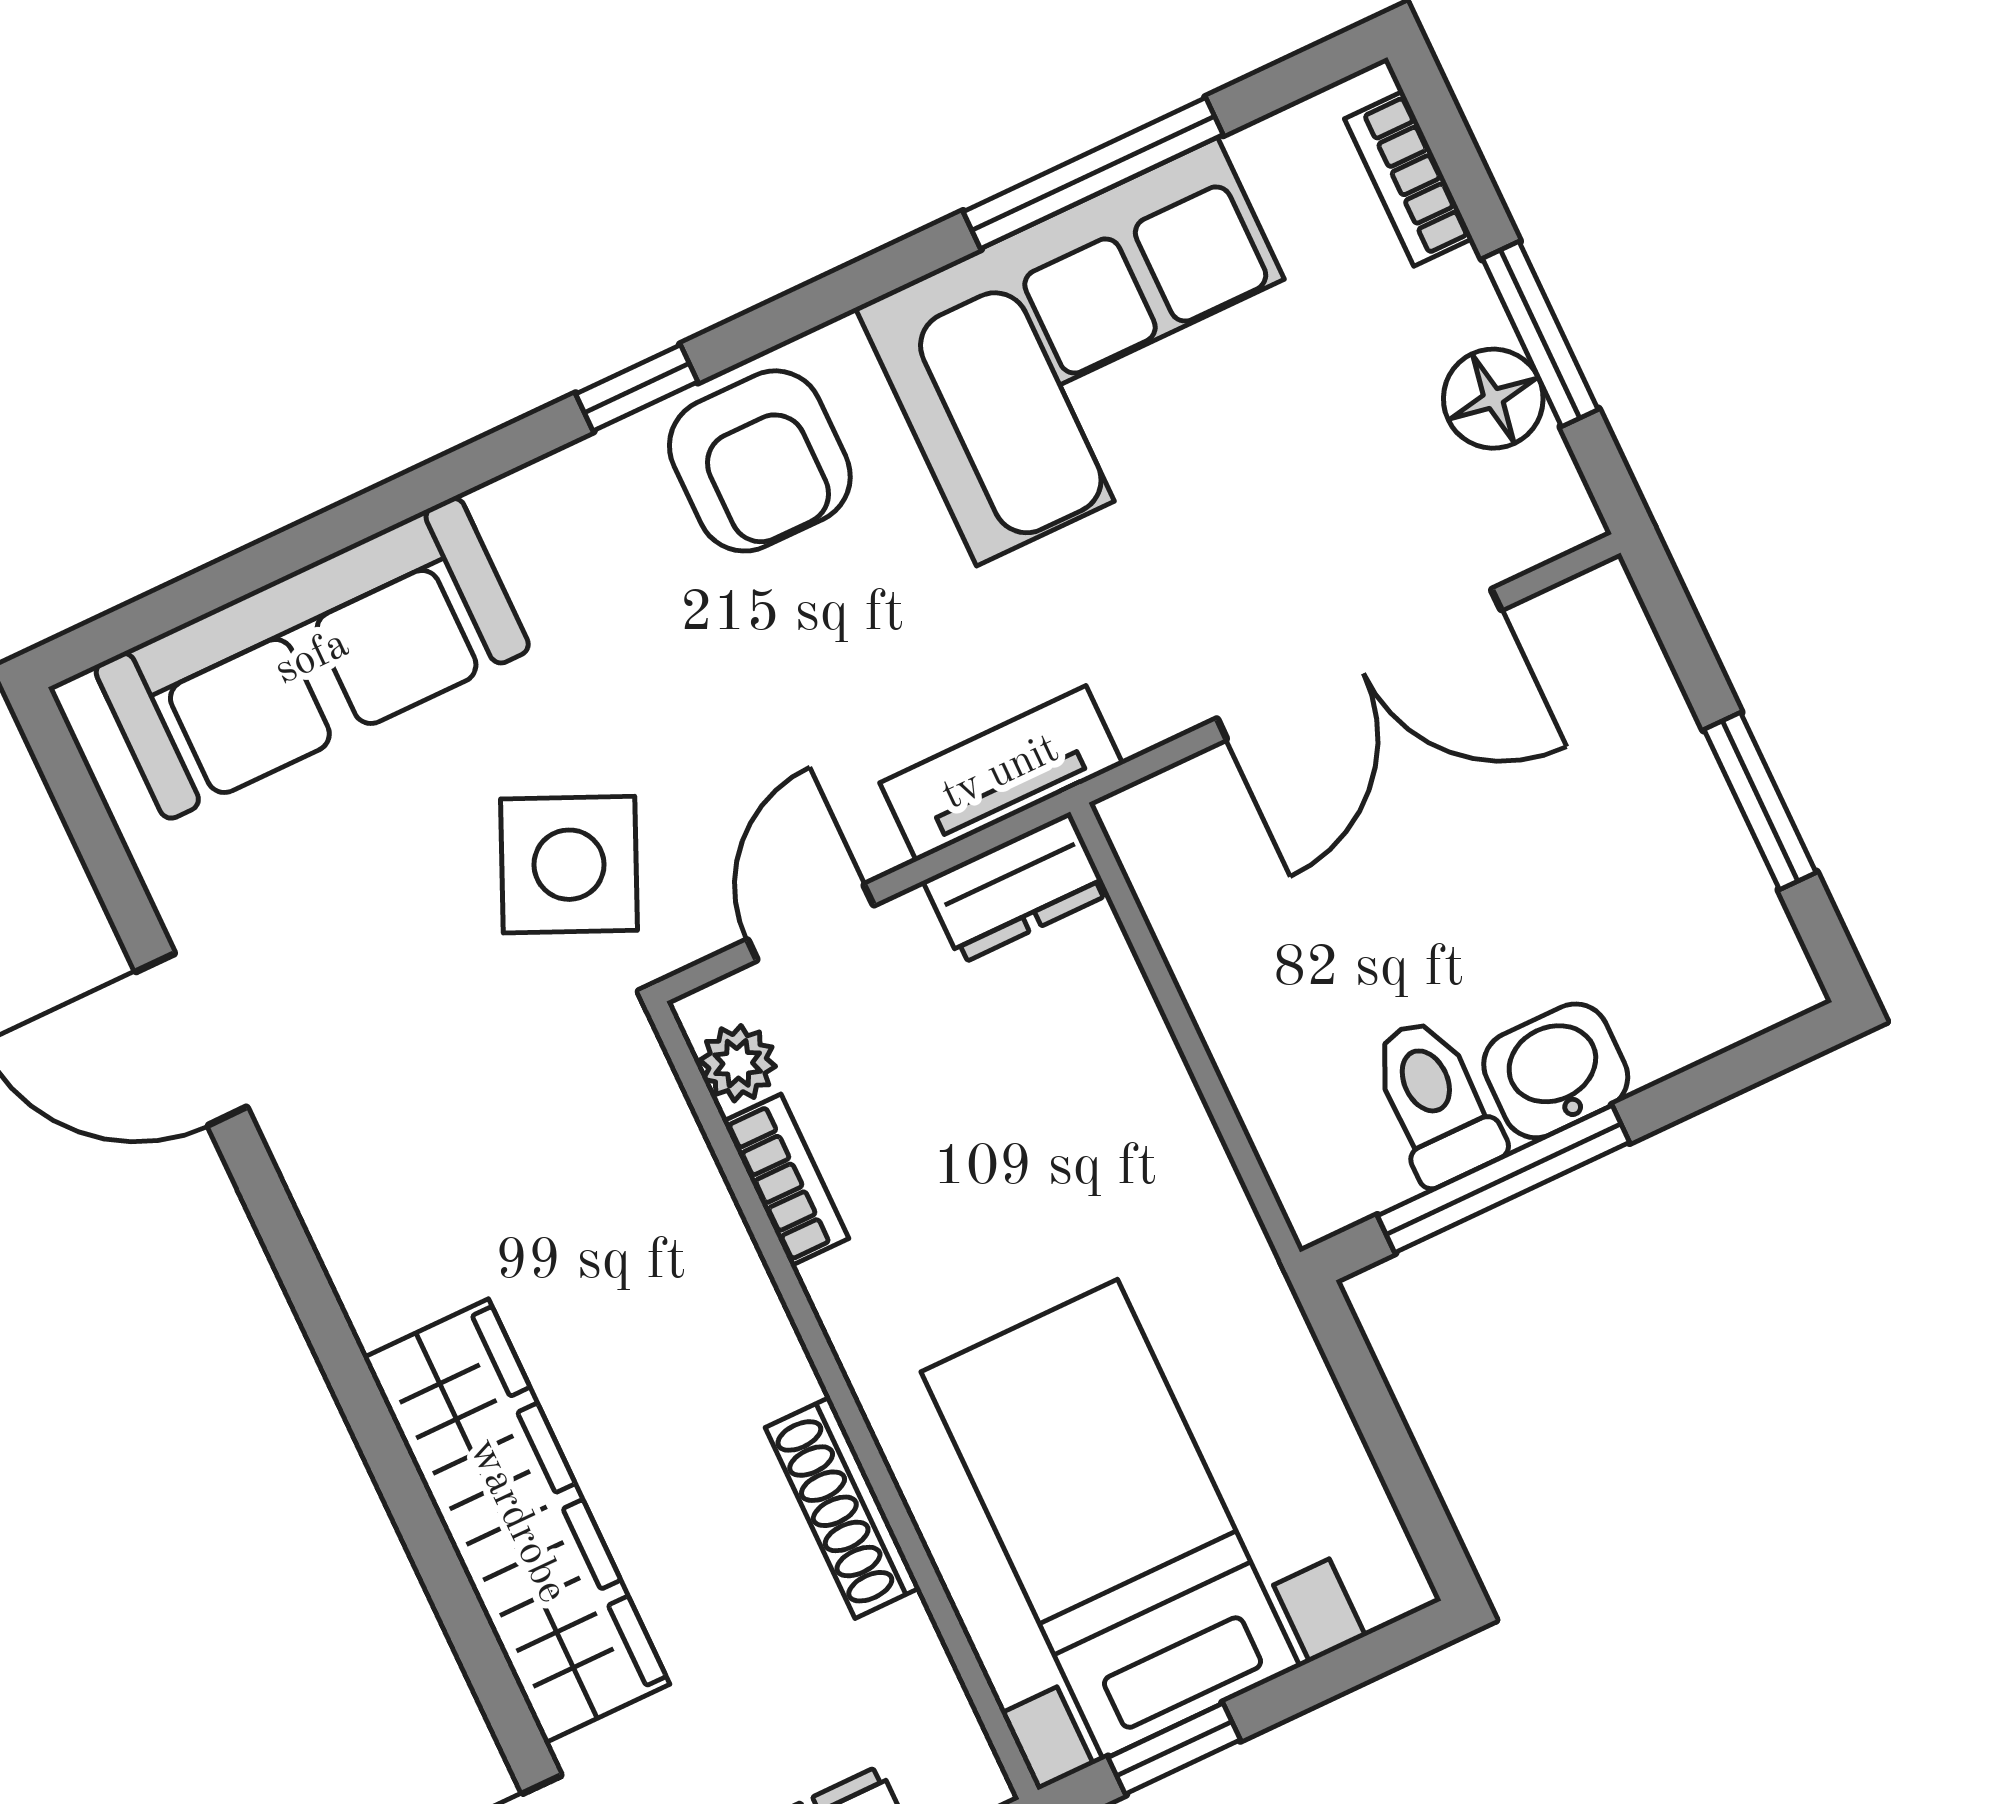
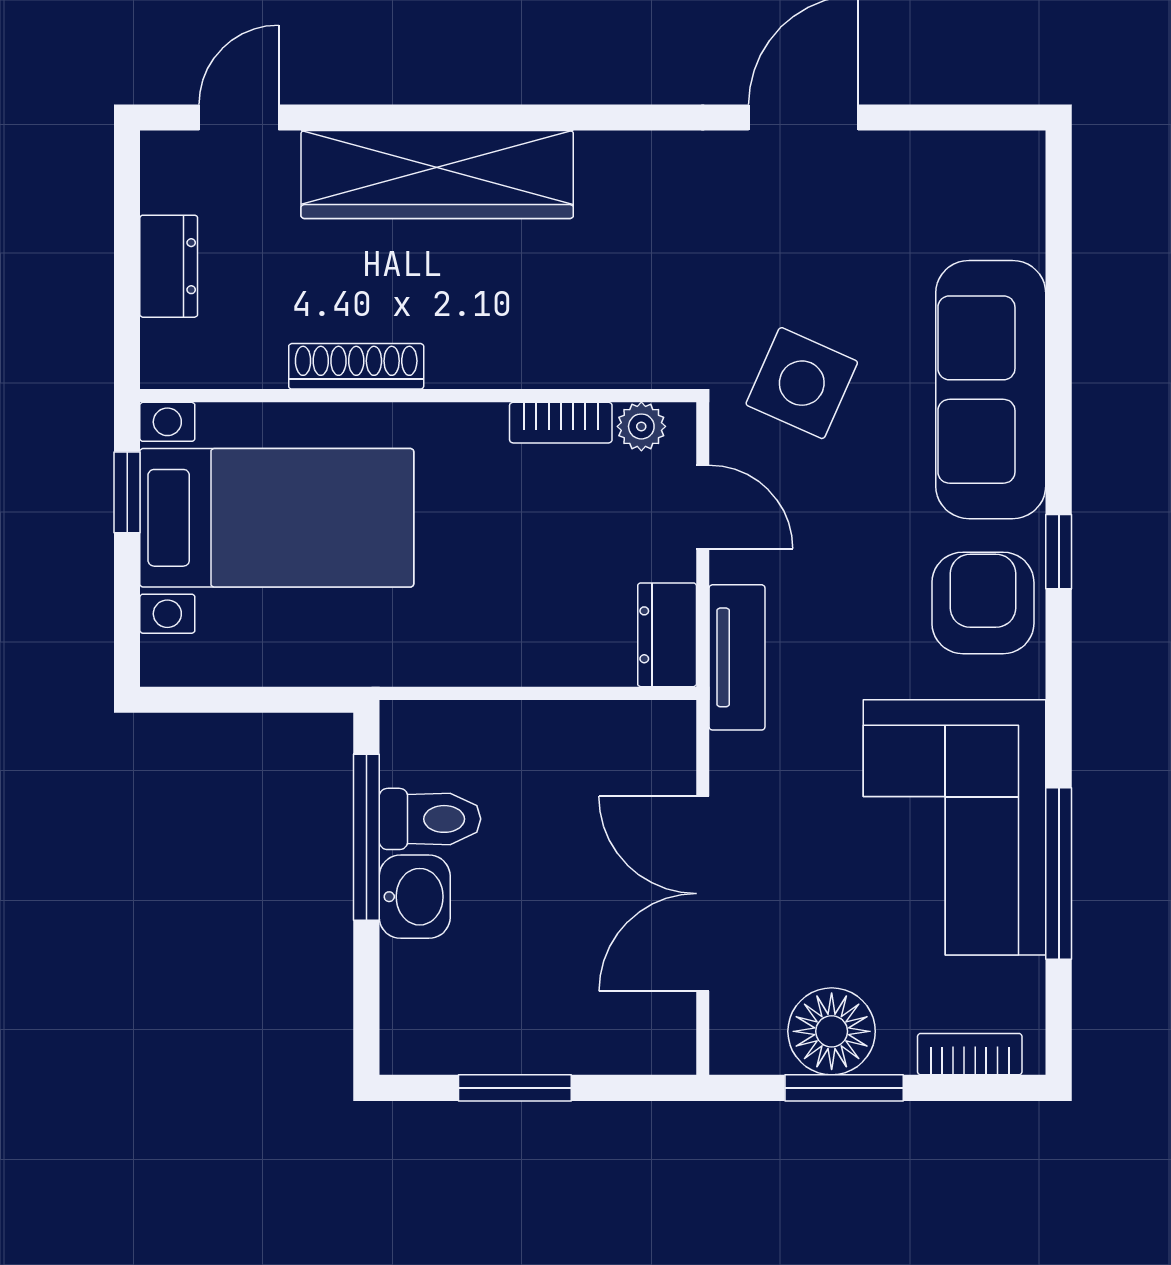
floor lamp: (1493, 399) -> (832, 1031), width x1.38, depth x1.38
armchair: (760, 461) -> (983, 603), turned 90
sofa: (312, 658) -> (991, 390), moved

